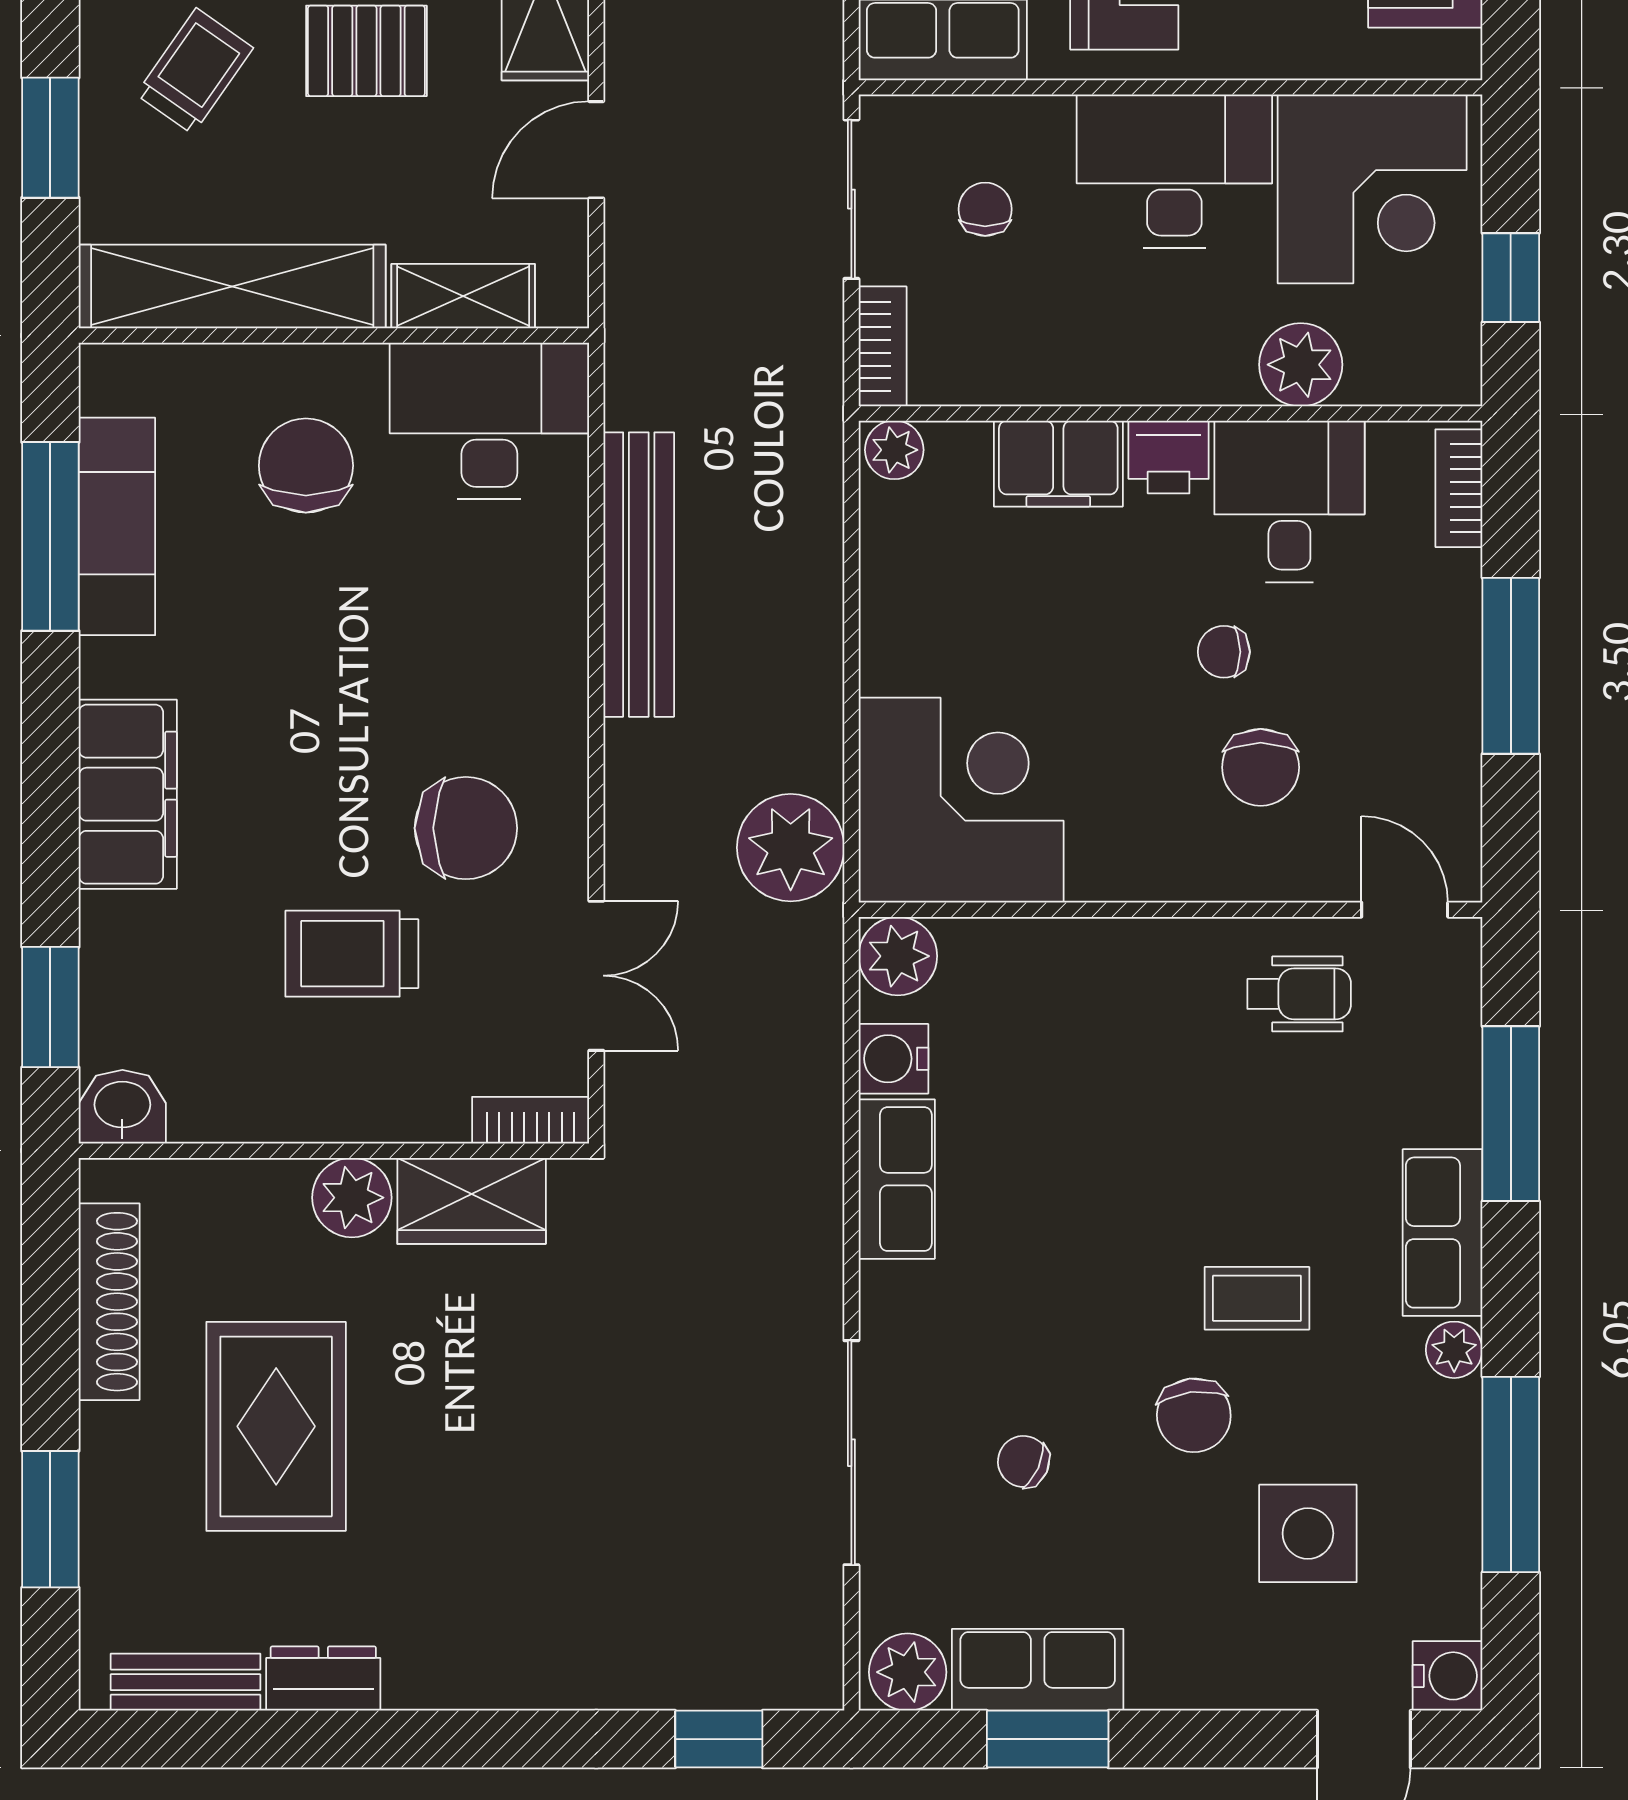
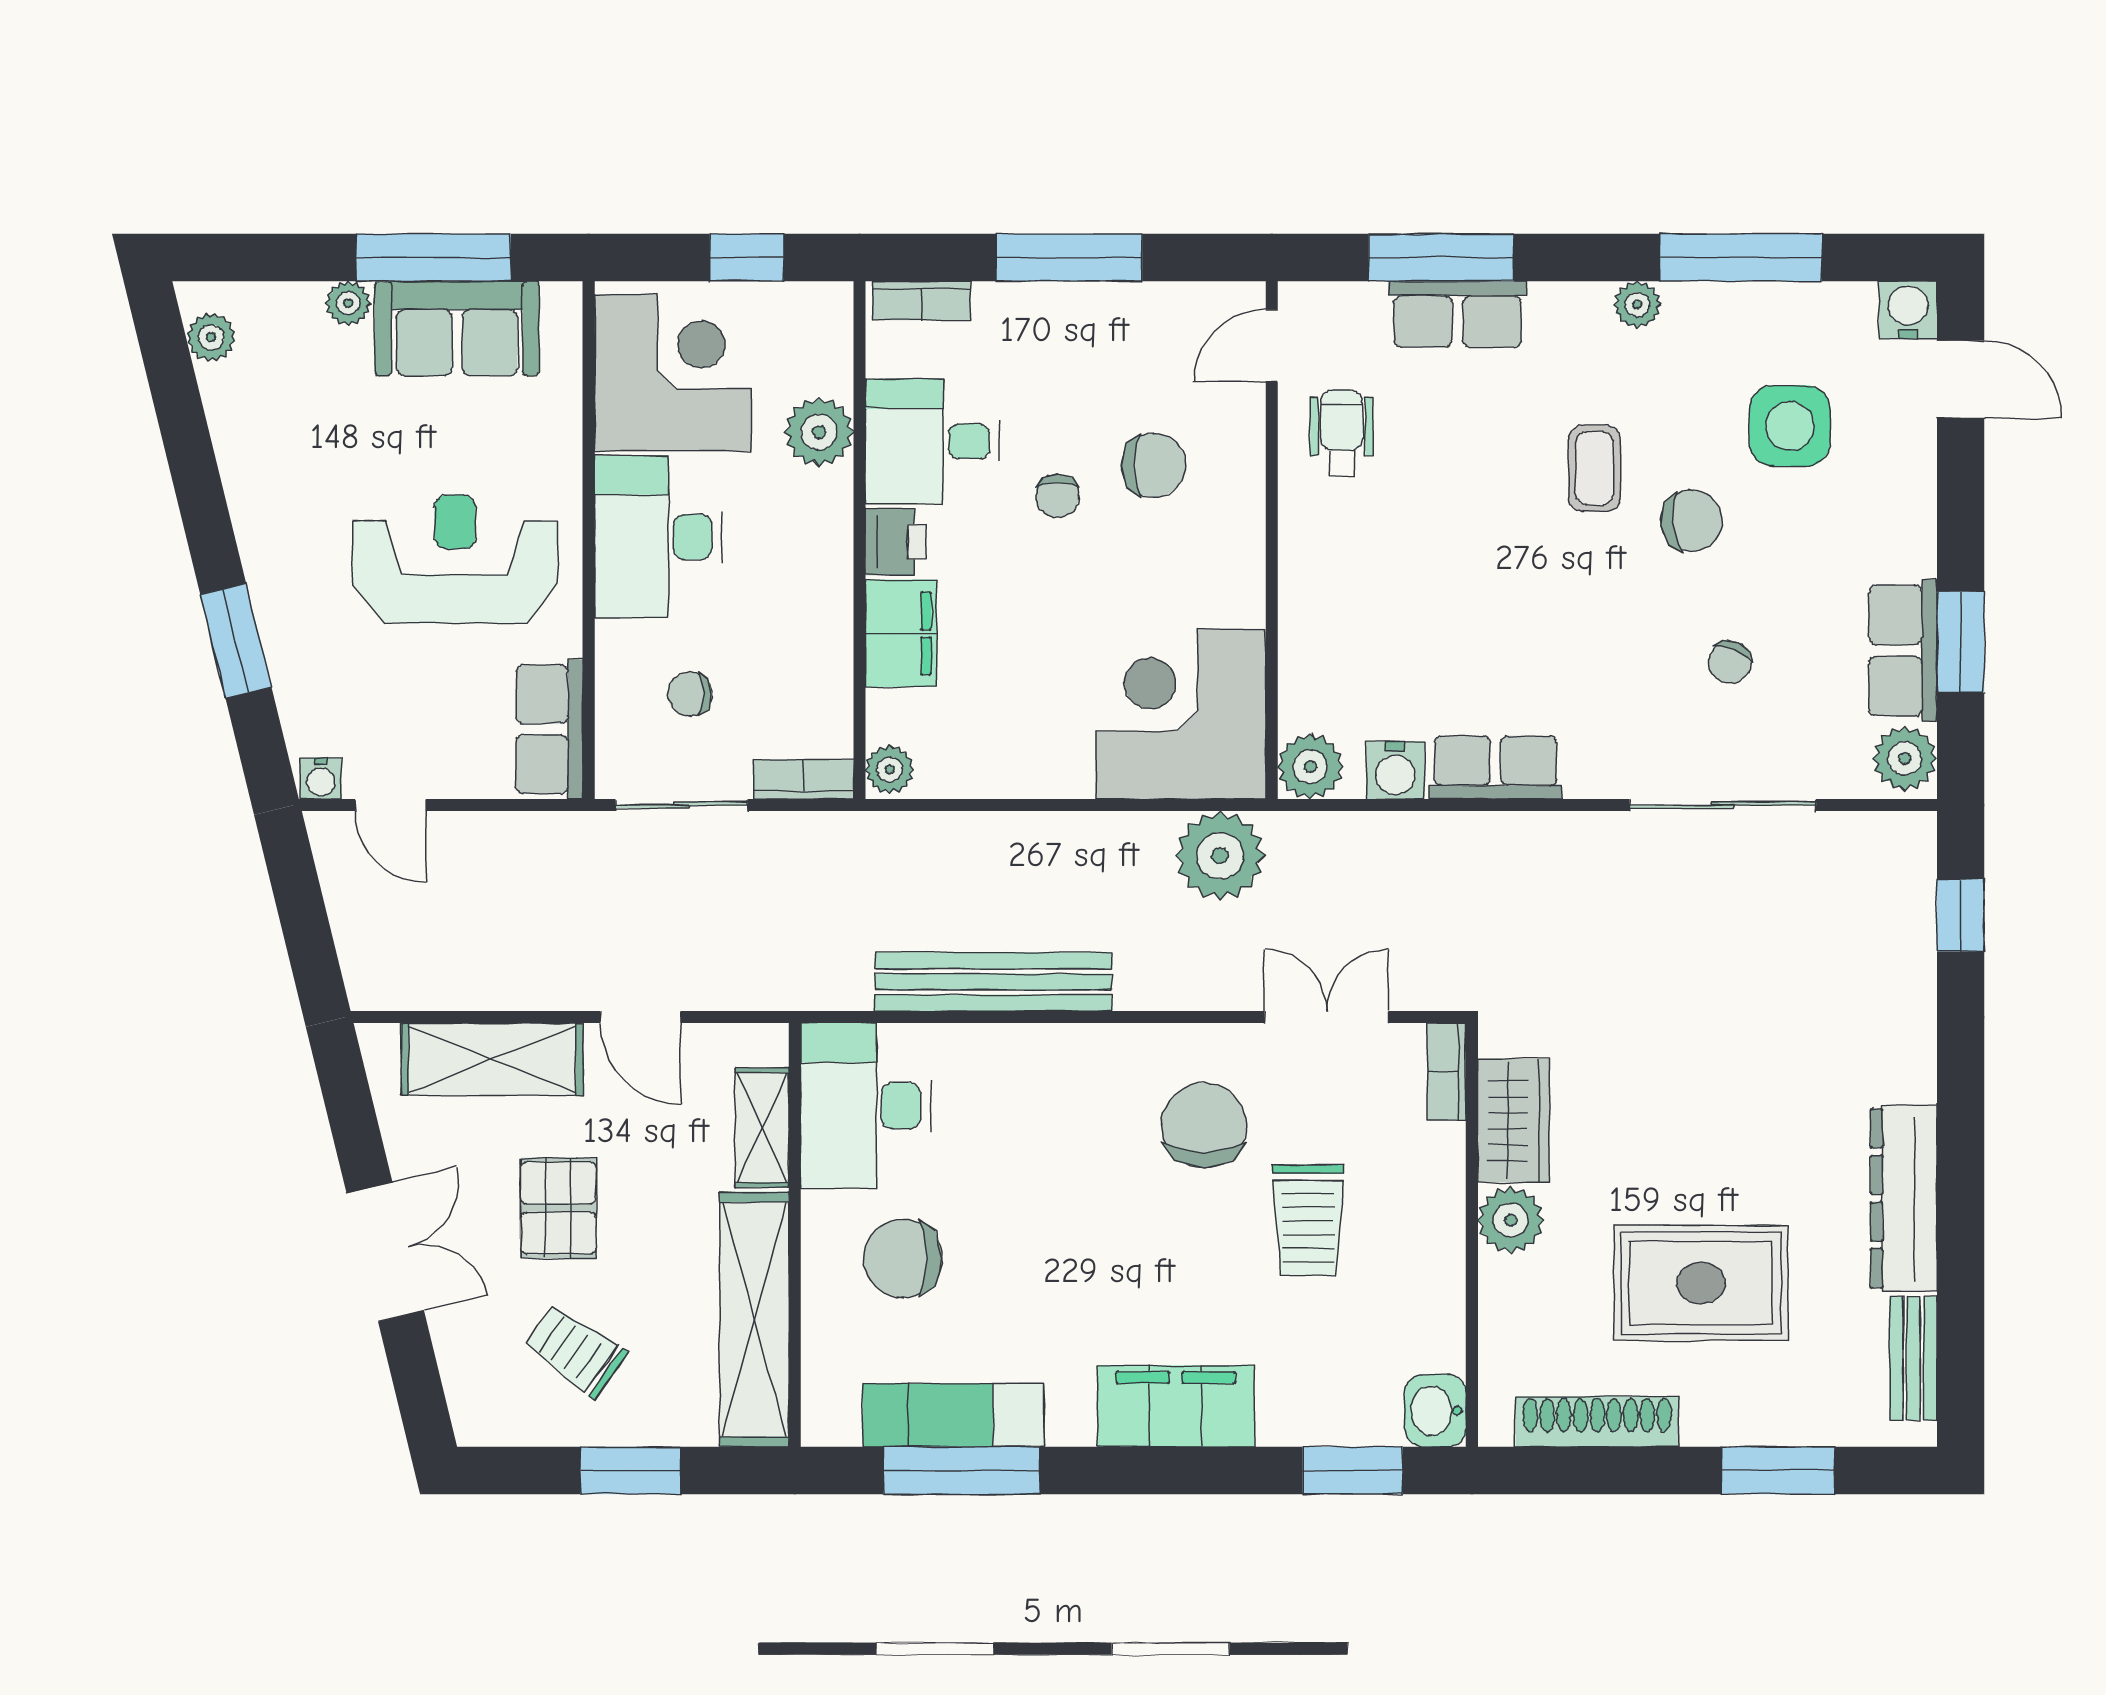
row of seats: (1443, 1233) -> (1458, 314), moved
dresser: (323, 1679) -> (1904, 1198), width x1.96, depth x1.24

